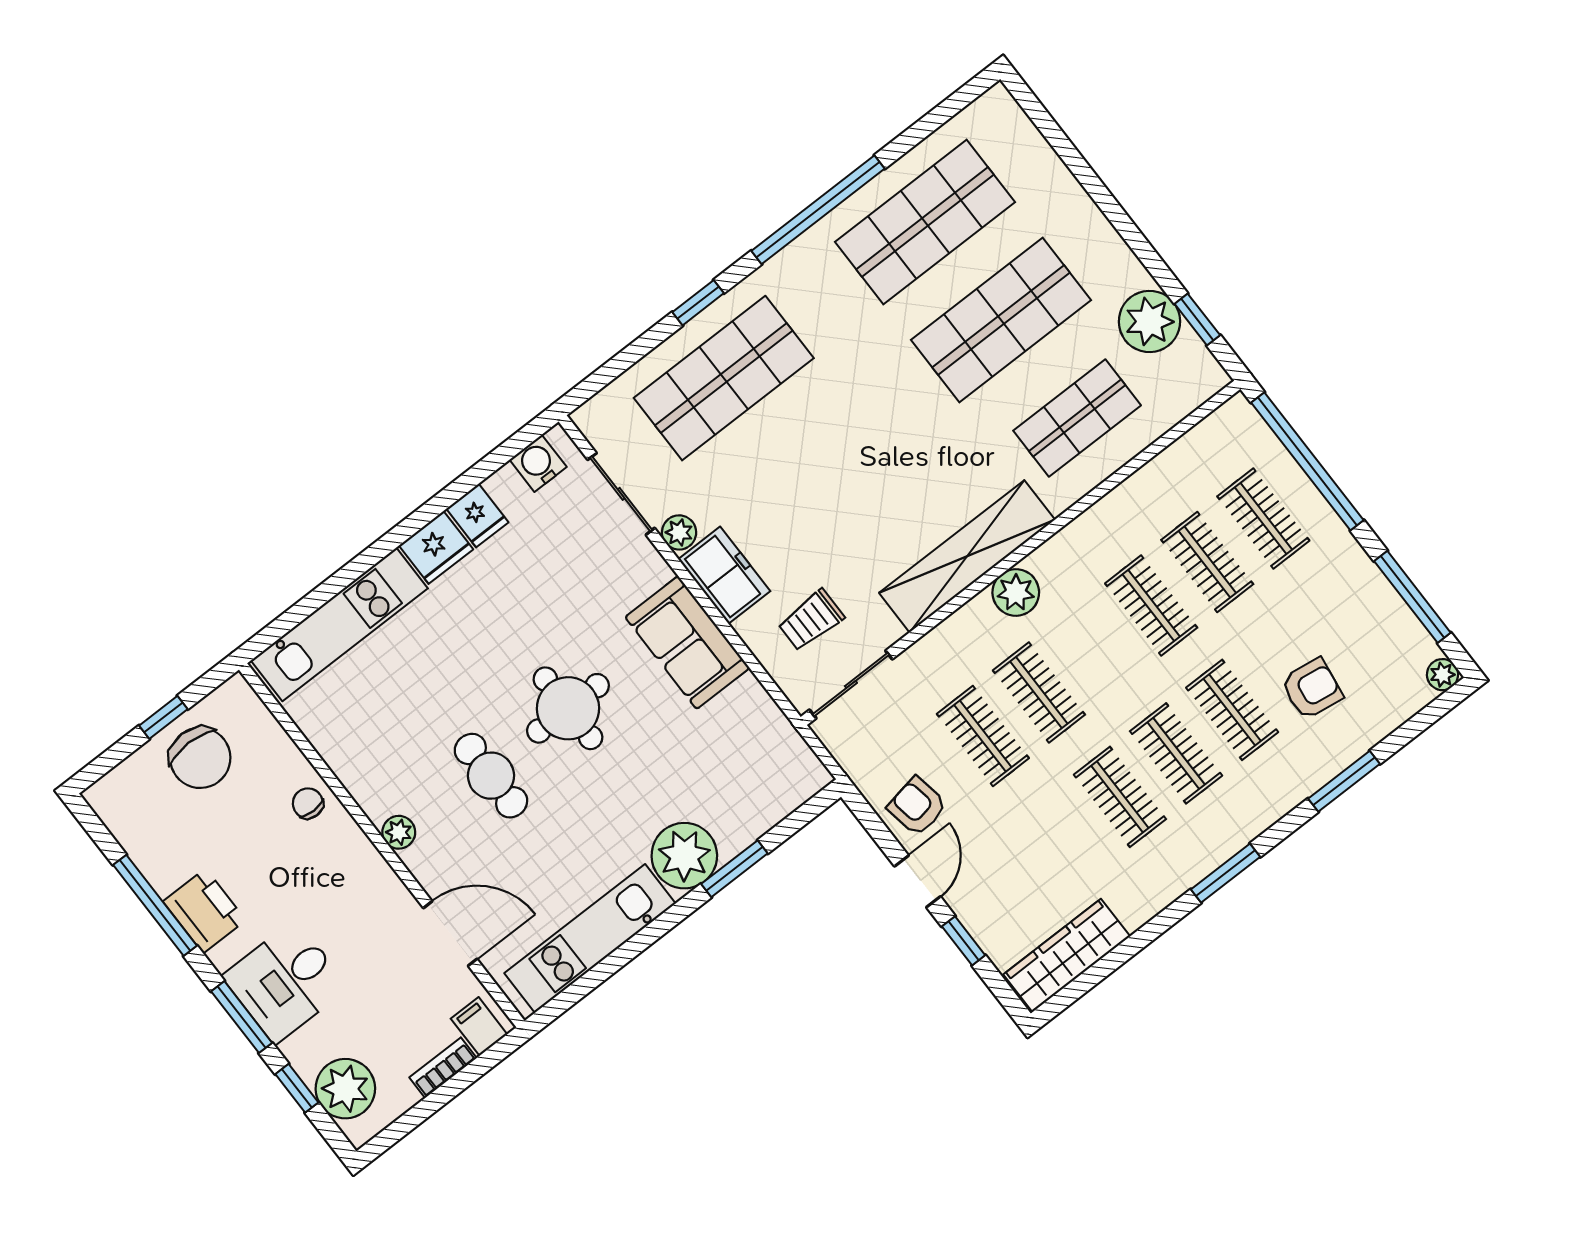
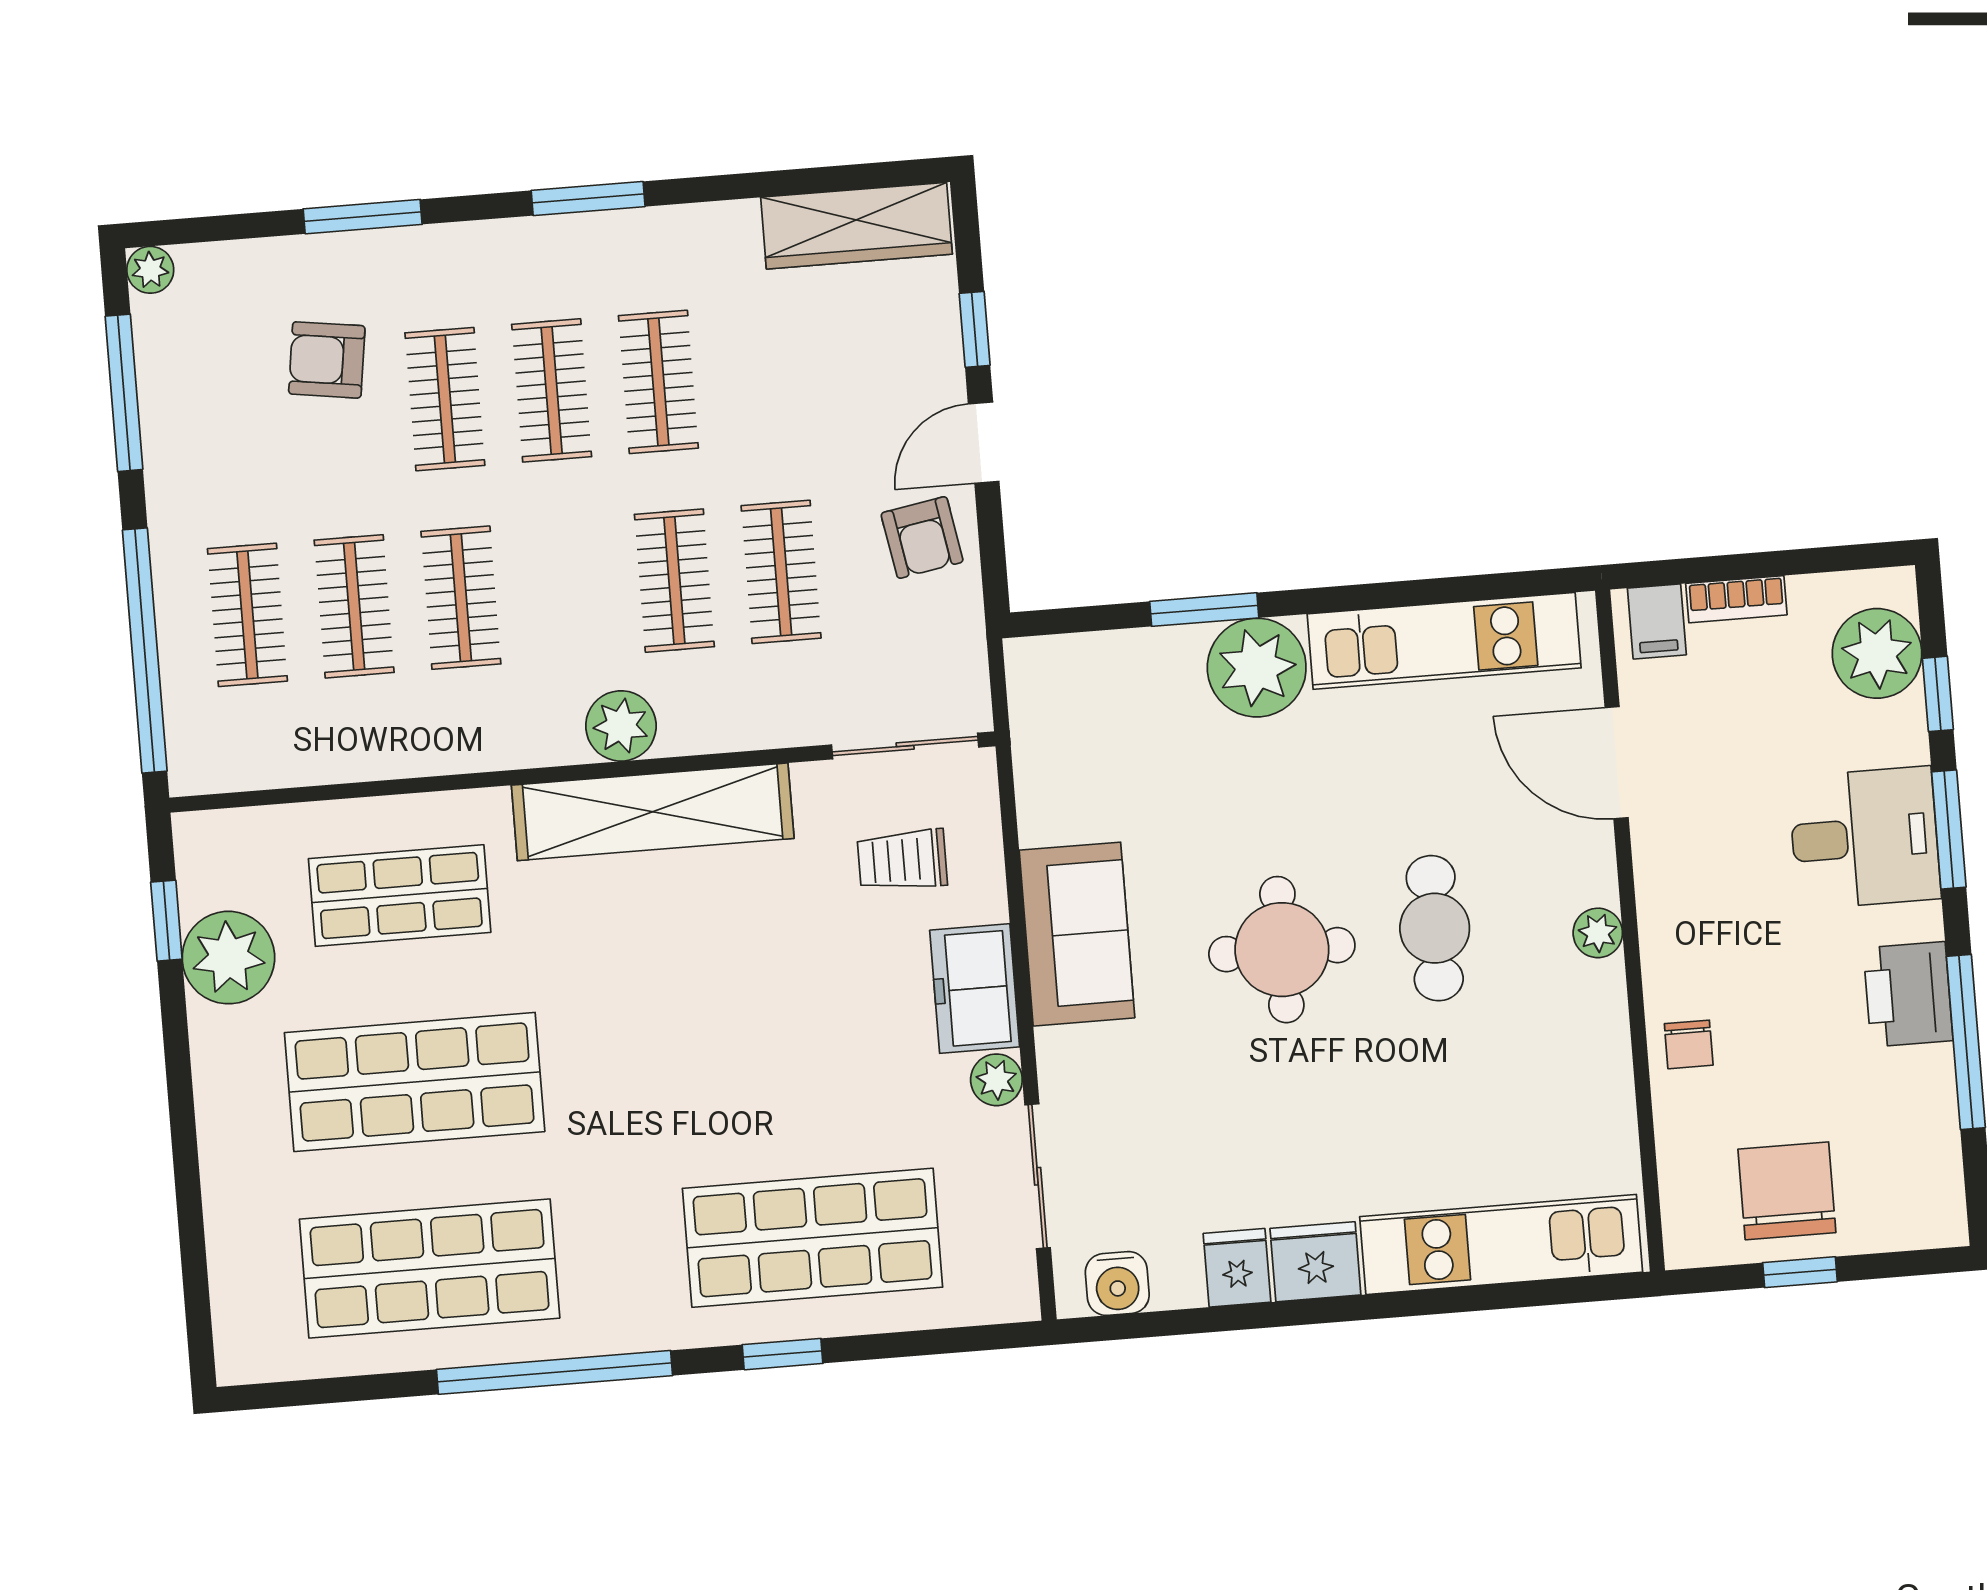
trolley: (811, 620) -> (902, 860), turned 180

